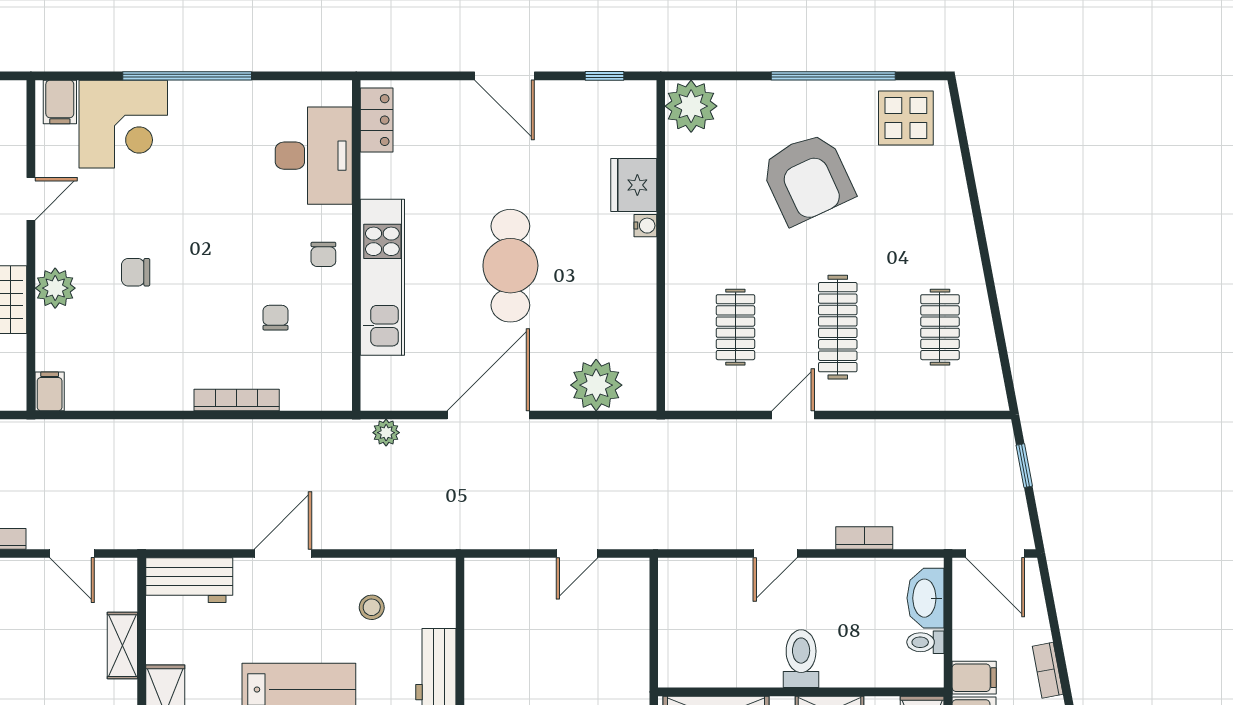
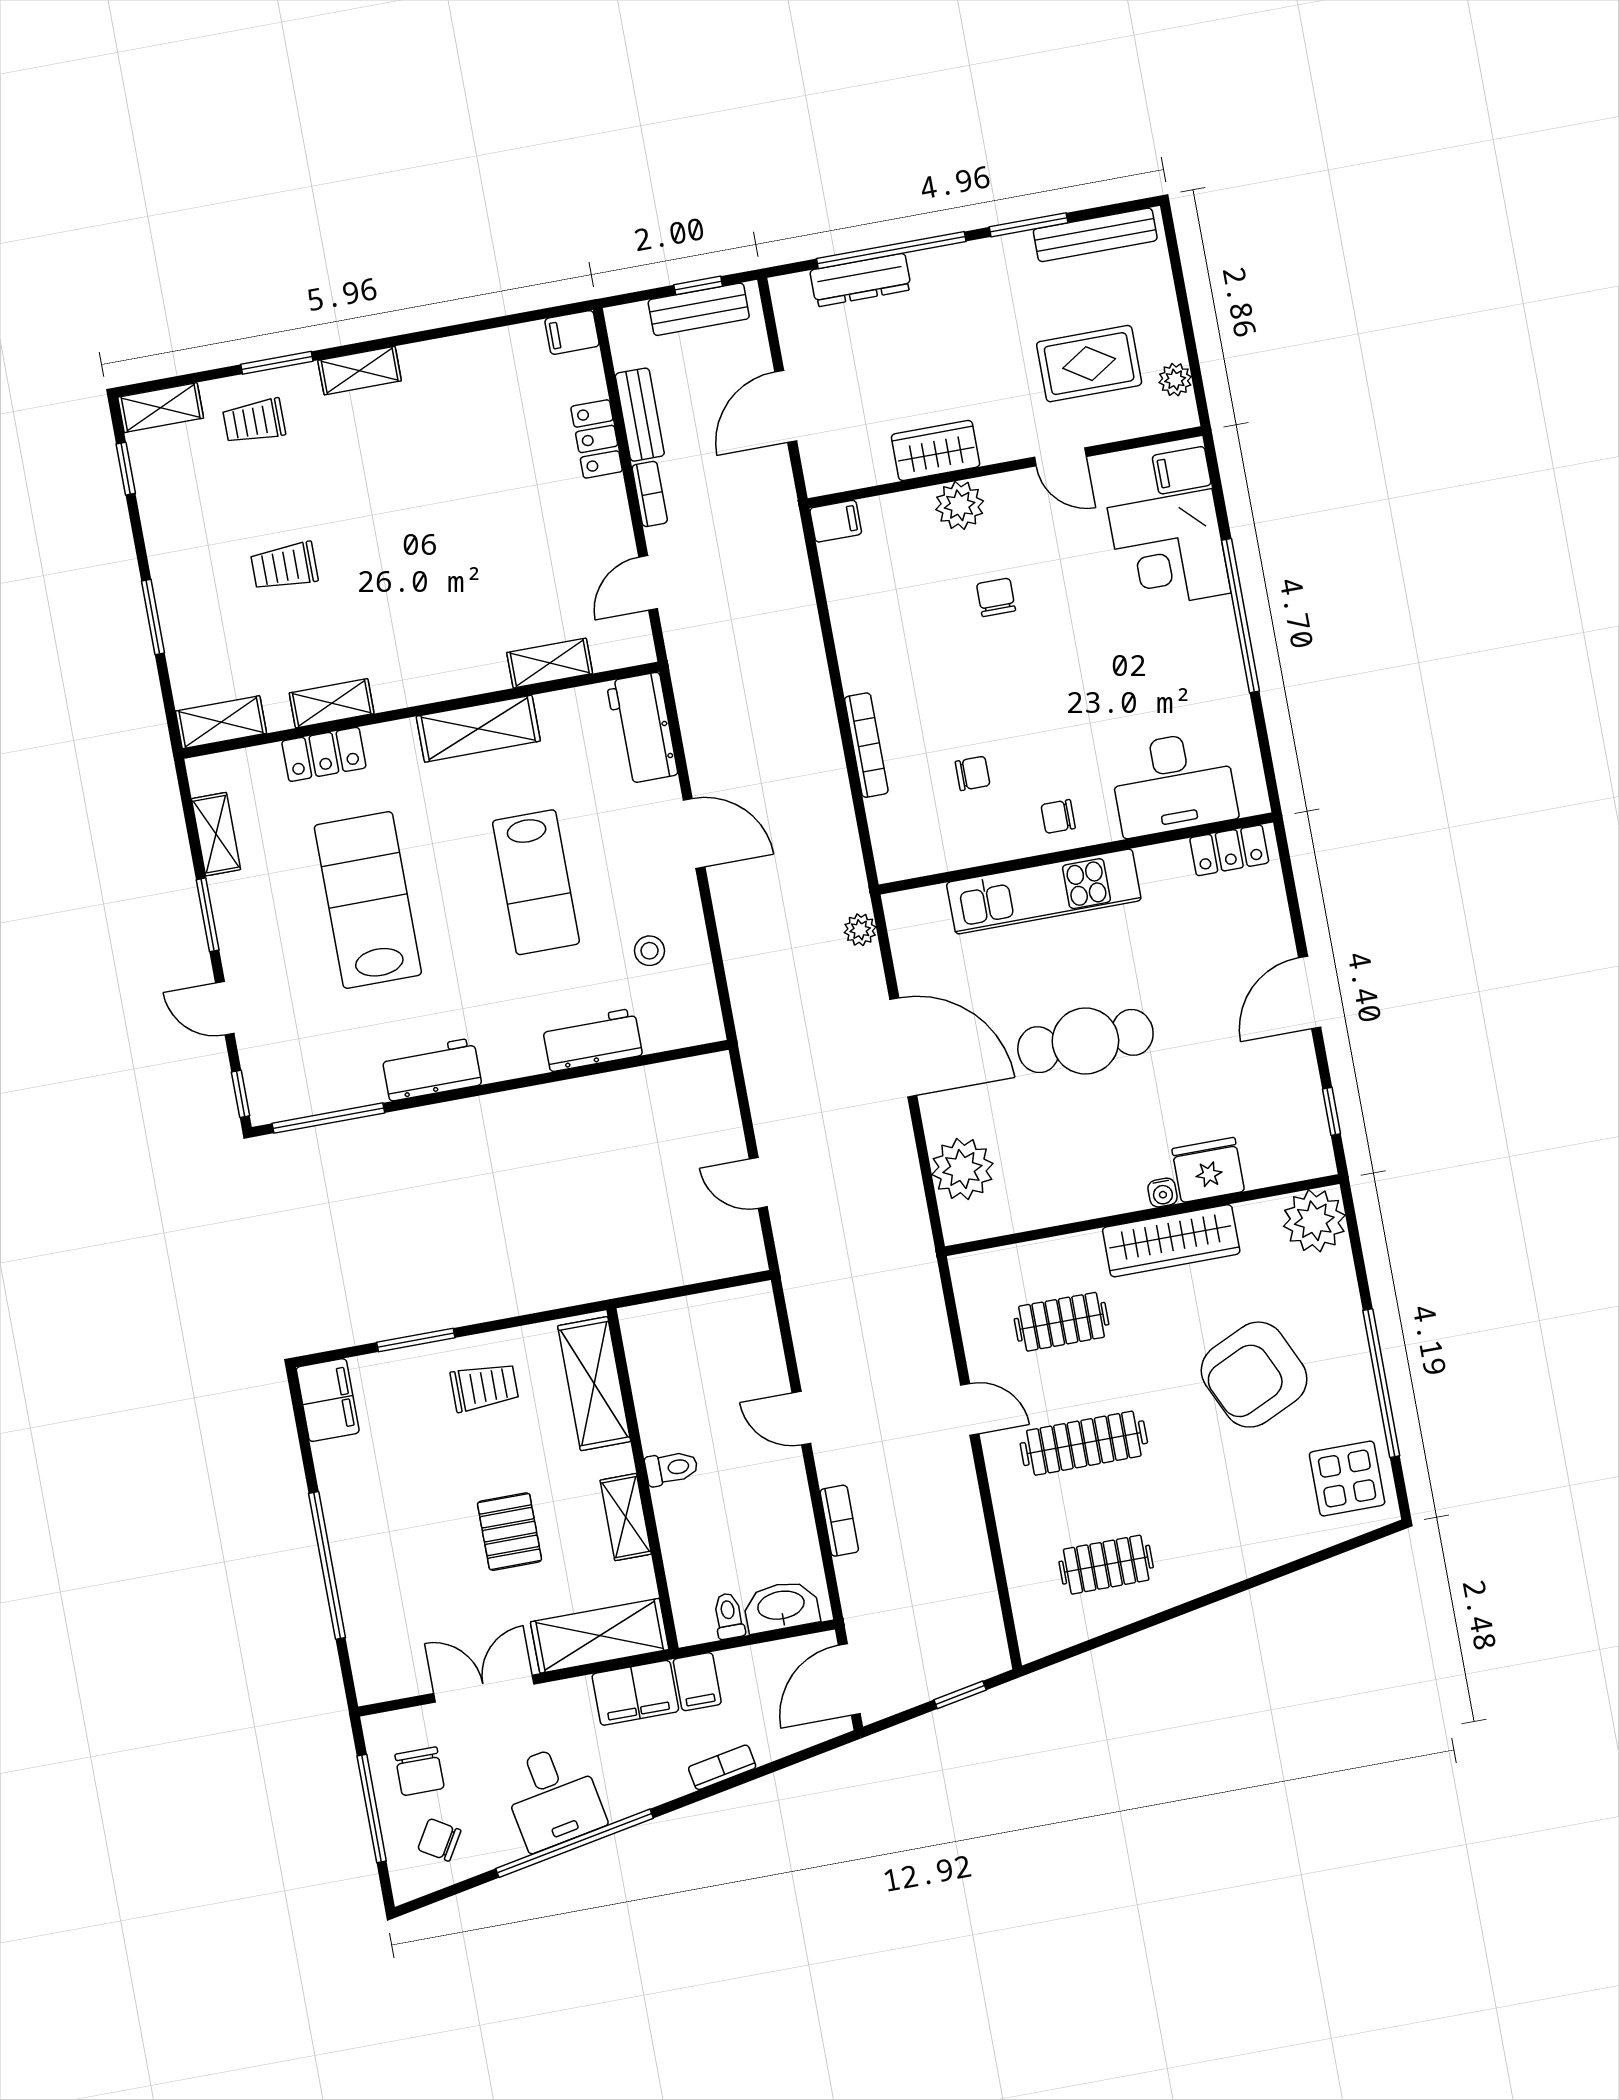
wardrobe: (686, 226) -> (1171, 1241), added
toilet: (801, 659) -> (671, 1468), width x0.73, depth x0.72

